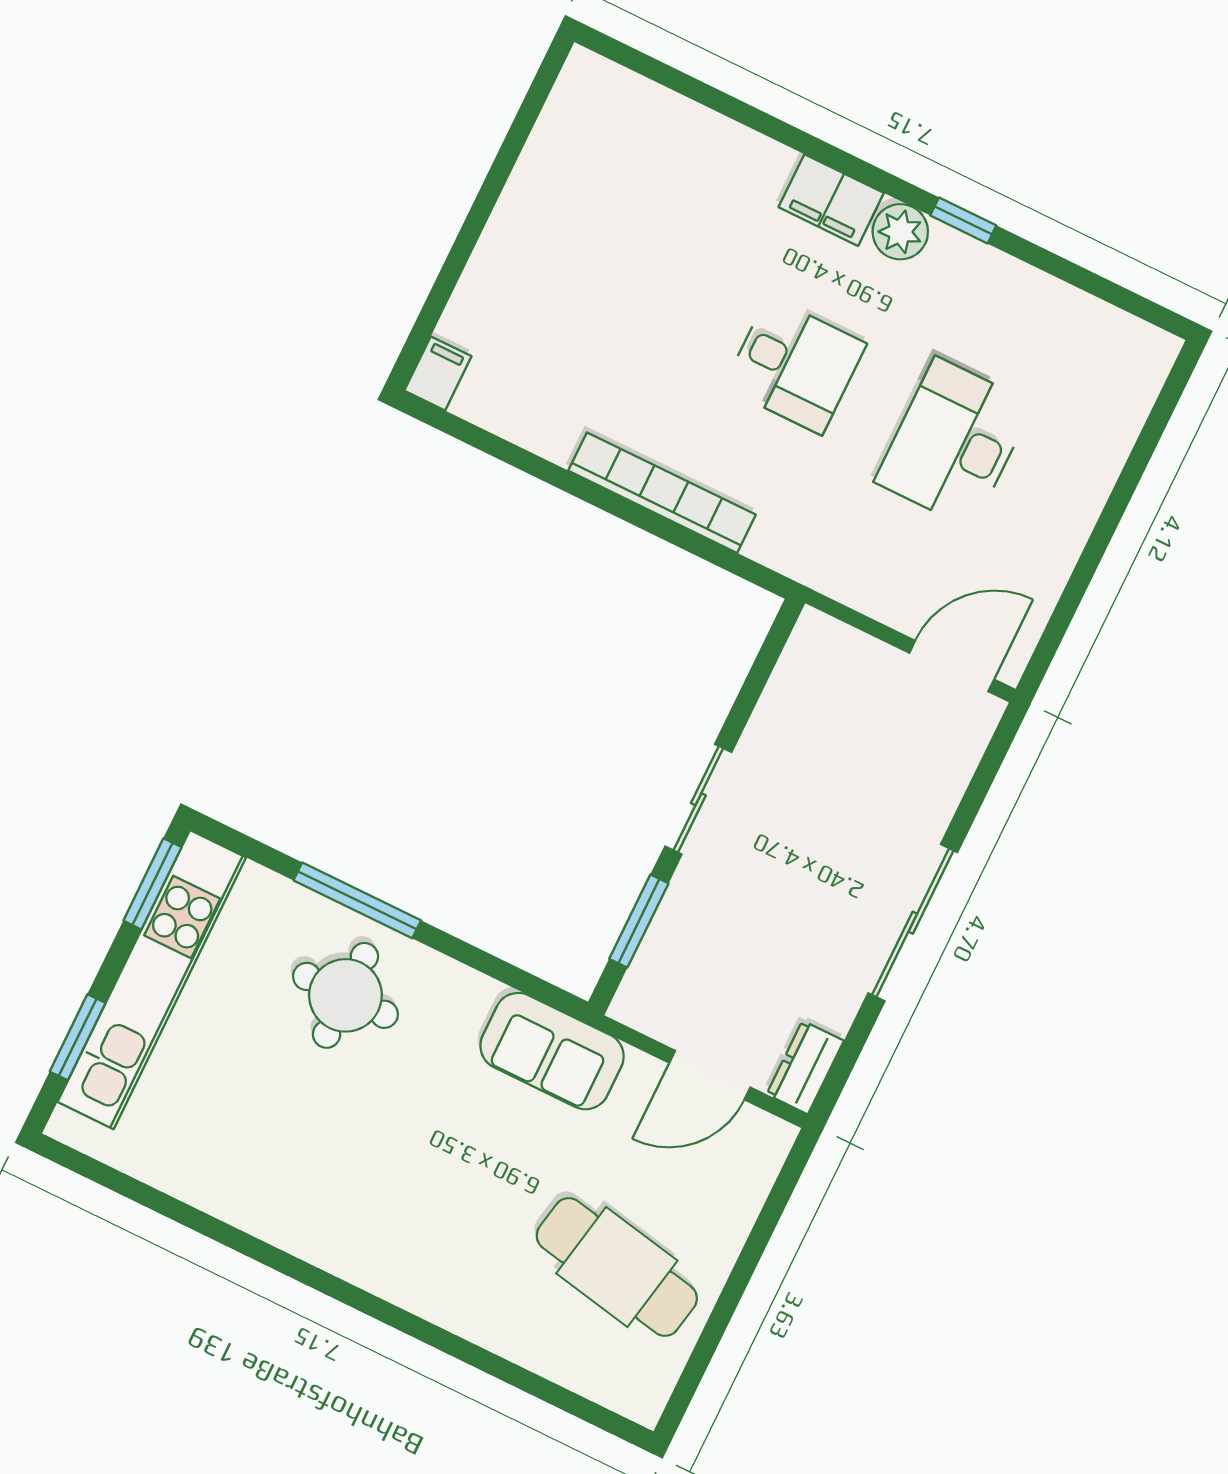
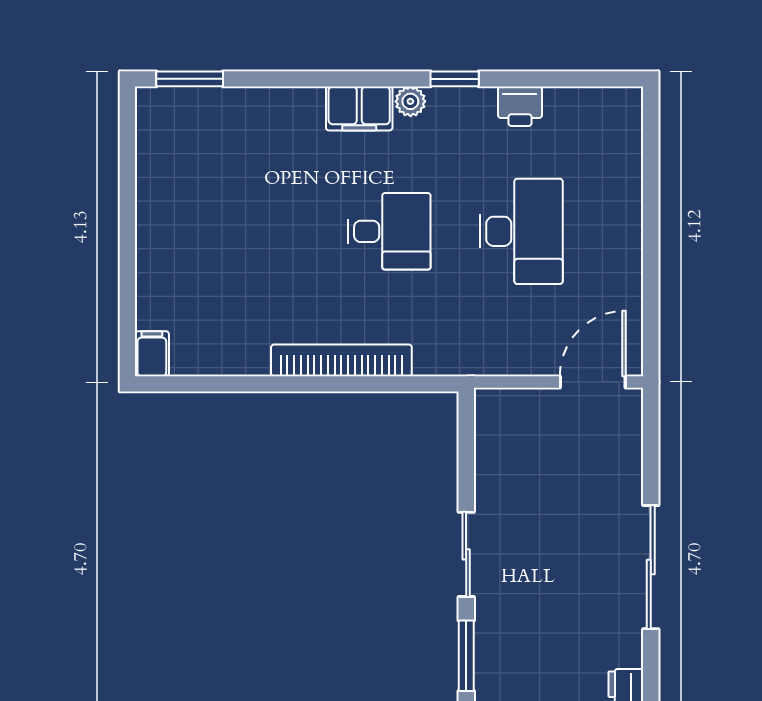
window: (645, 65) -> (190, 79), added
plant: (900, 232) -> (410, 101), width x0.73, depth x0.73
printer: (1026, 292) -> (520, 106), added
desk: (954, 443) -> (521, 231), turned 180

